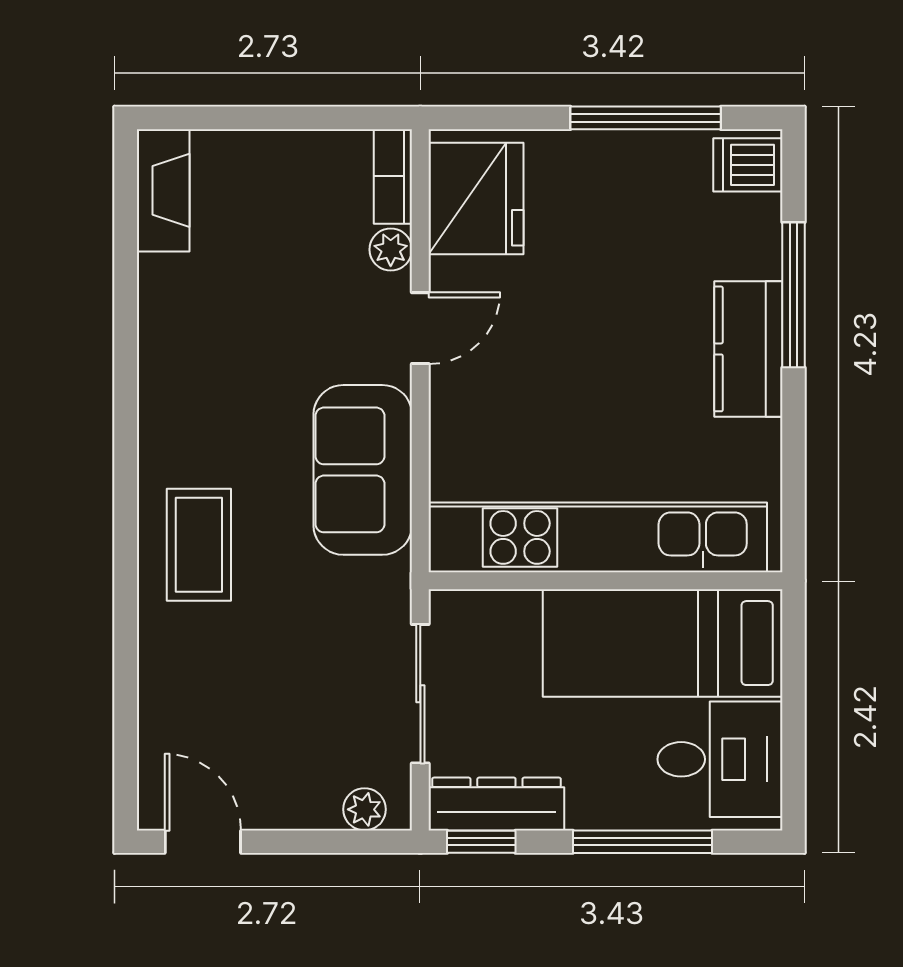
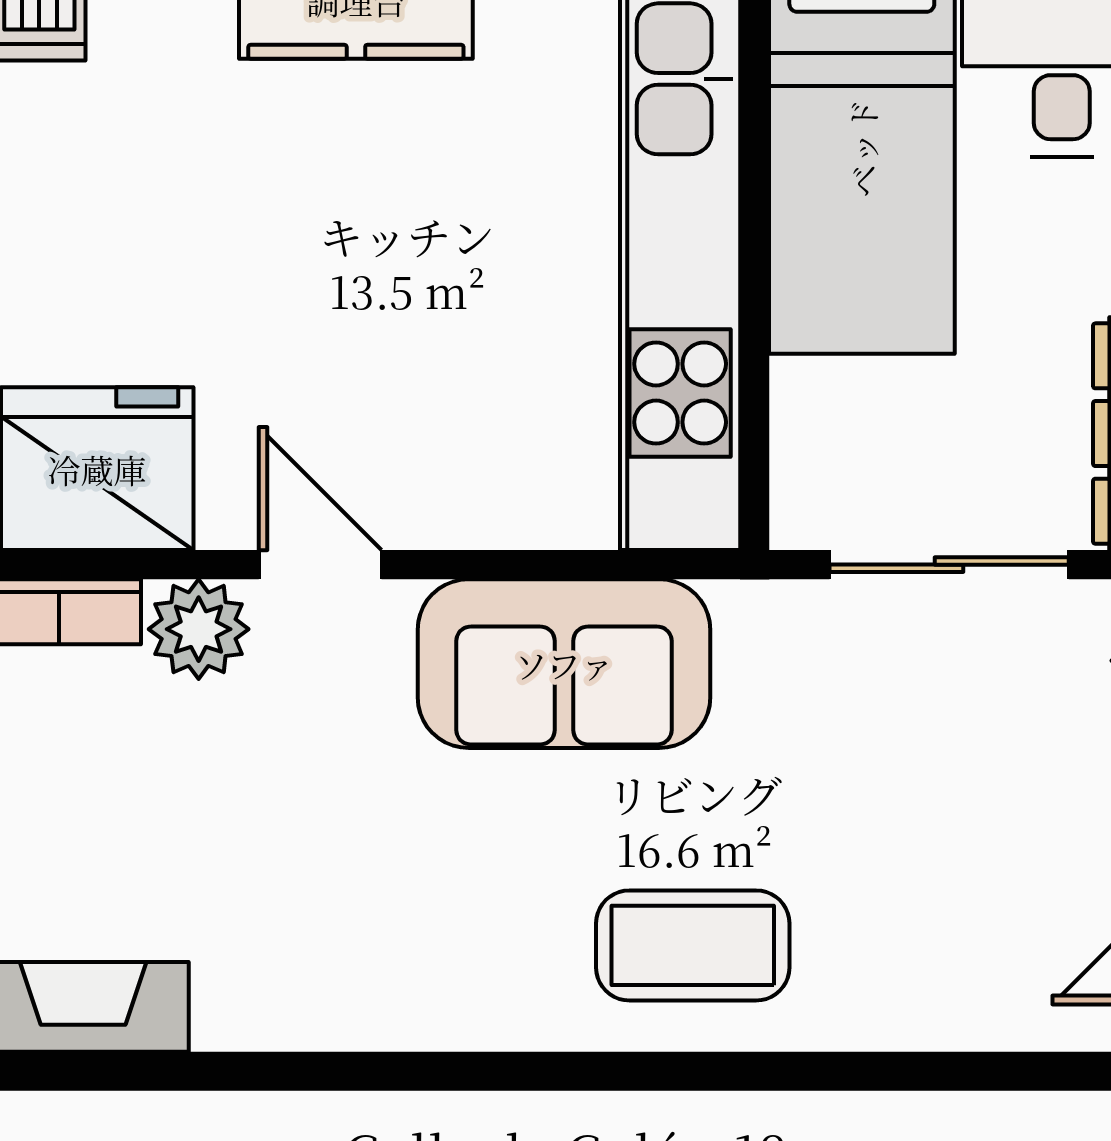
plant: (391, 250) -> (199, 629), width x1.38, depth x1.38

